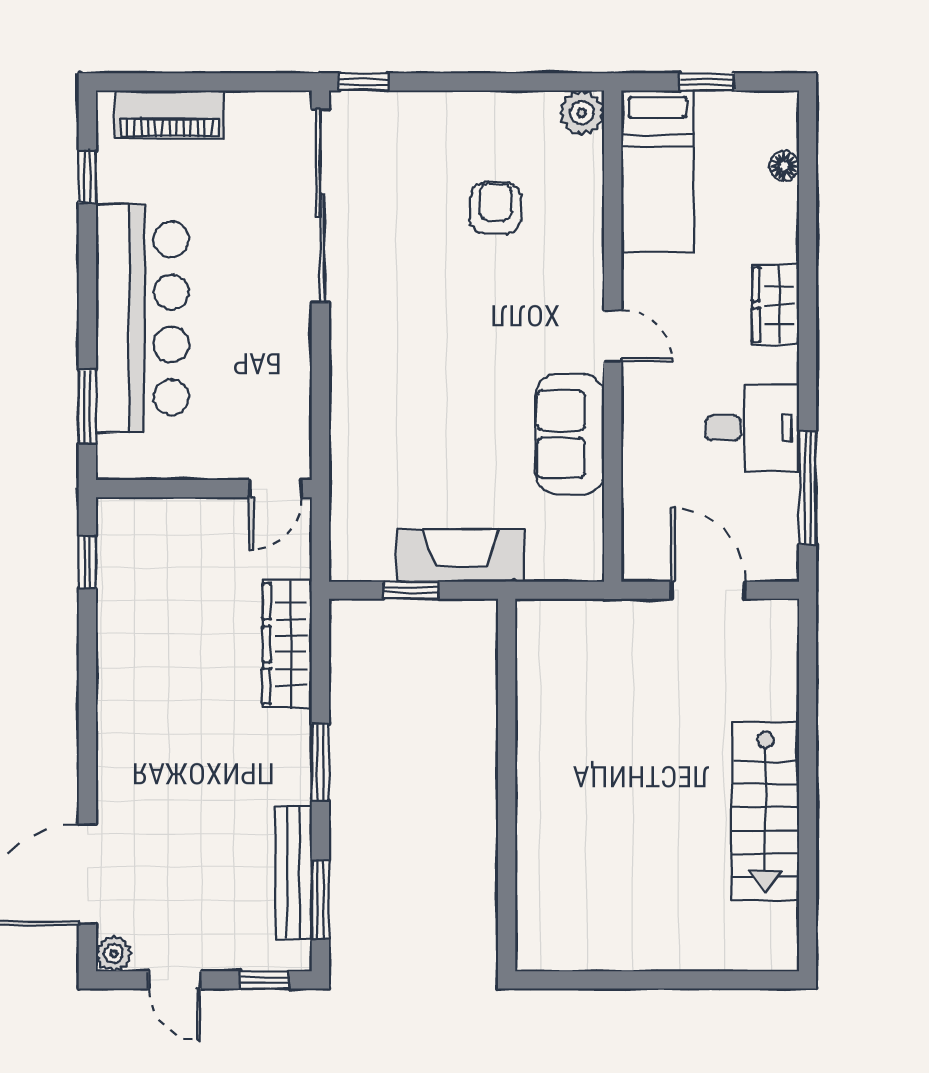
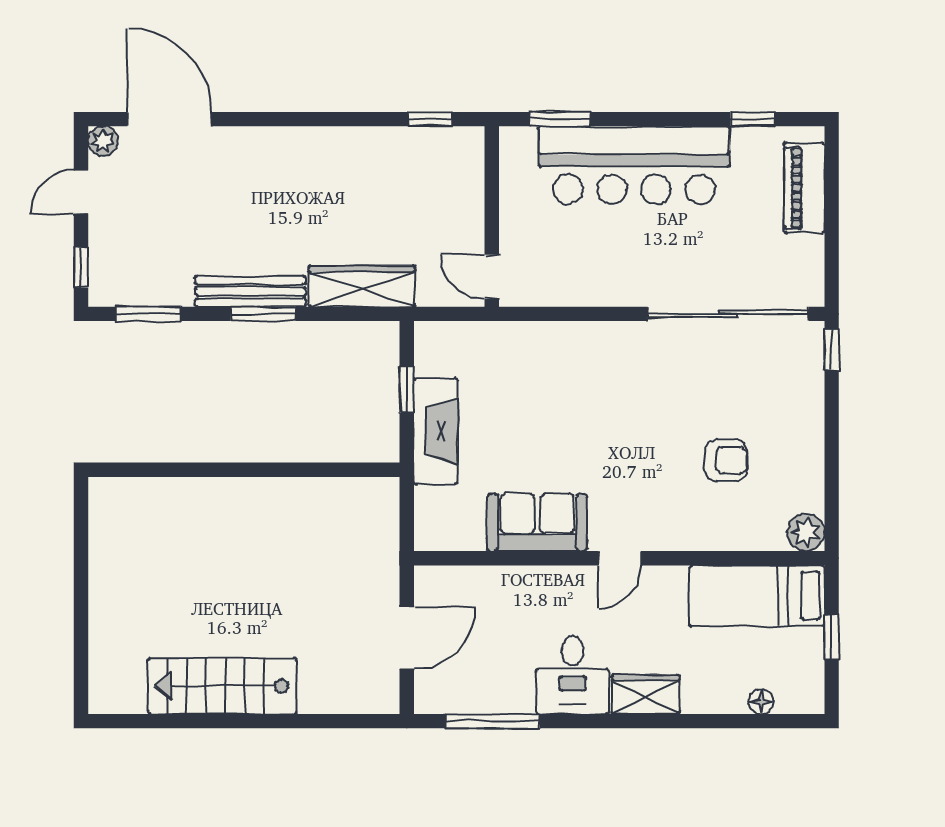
desk: (752, 428) -> (572, 675), moved
bench: (293, 872) -> (250, 291), moved

